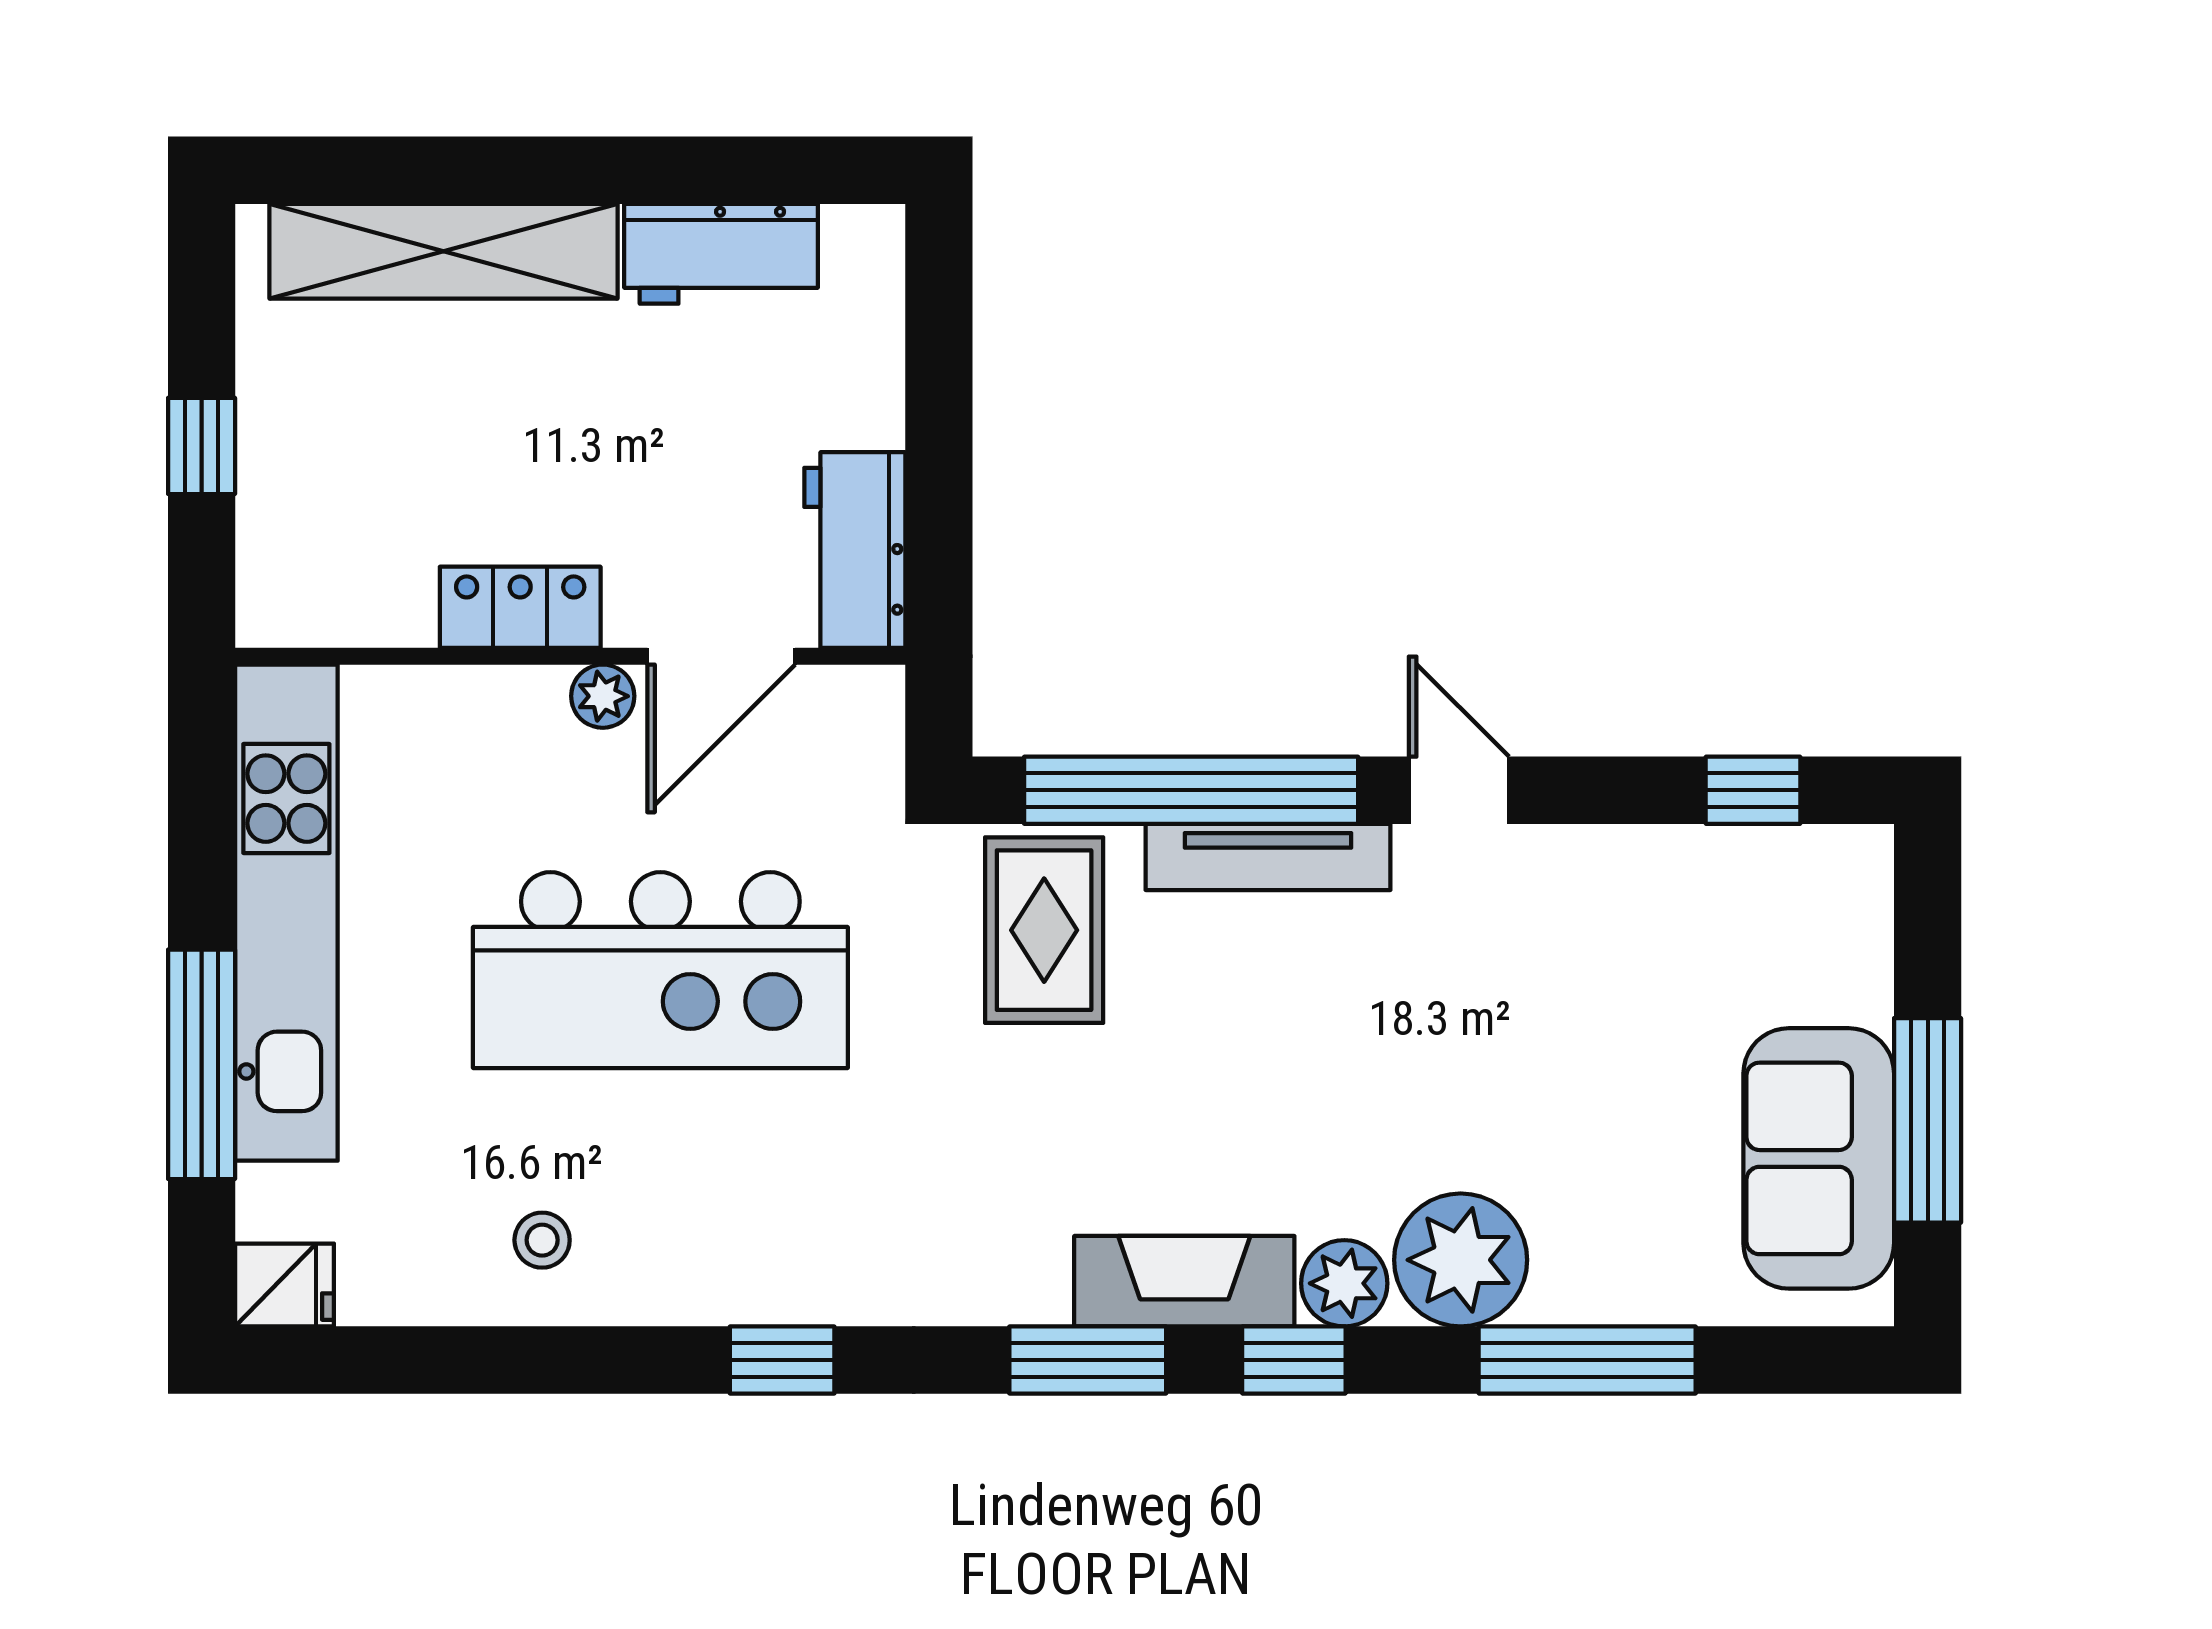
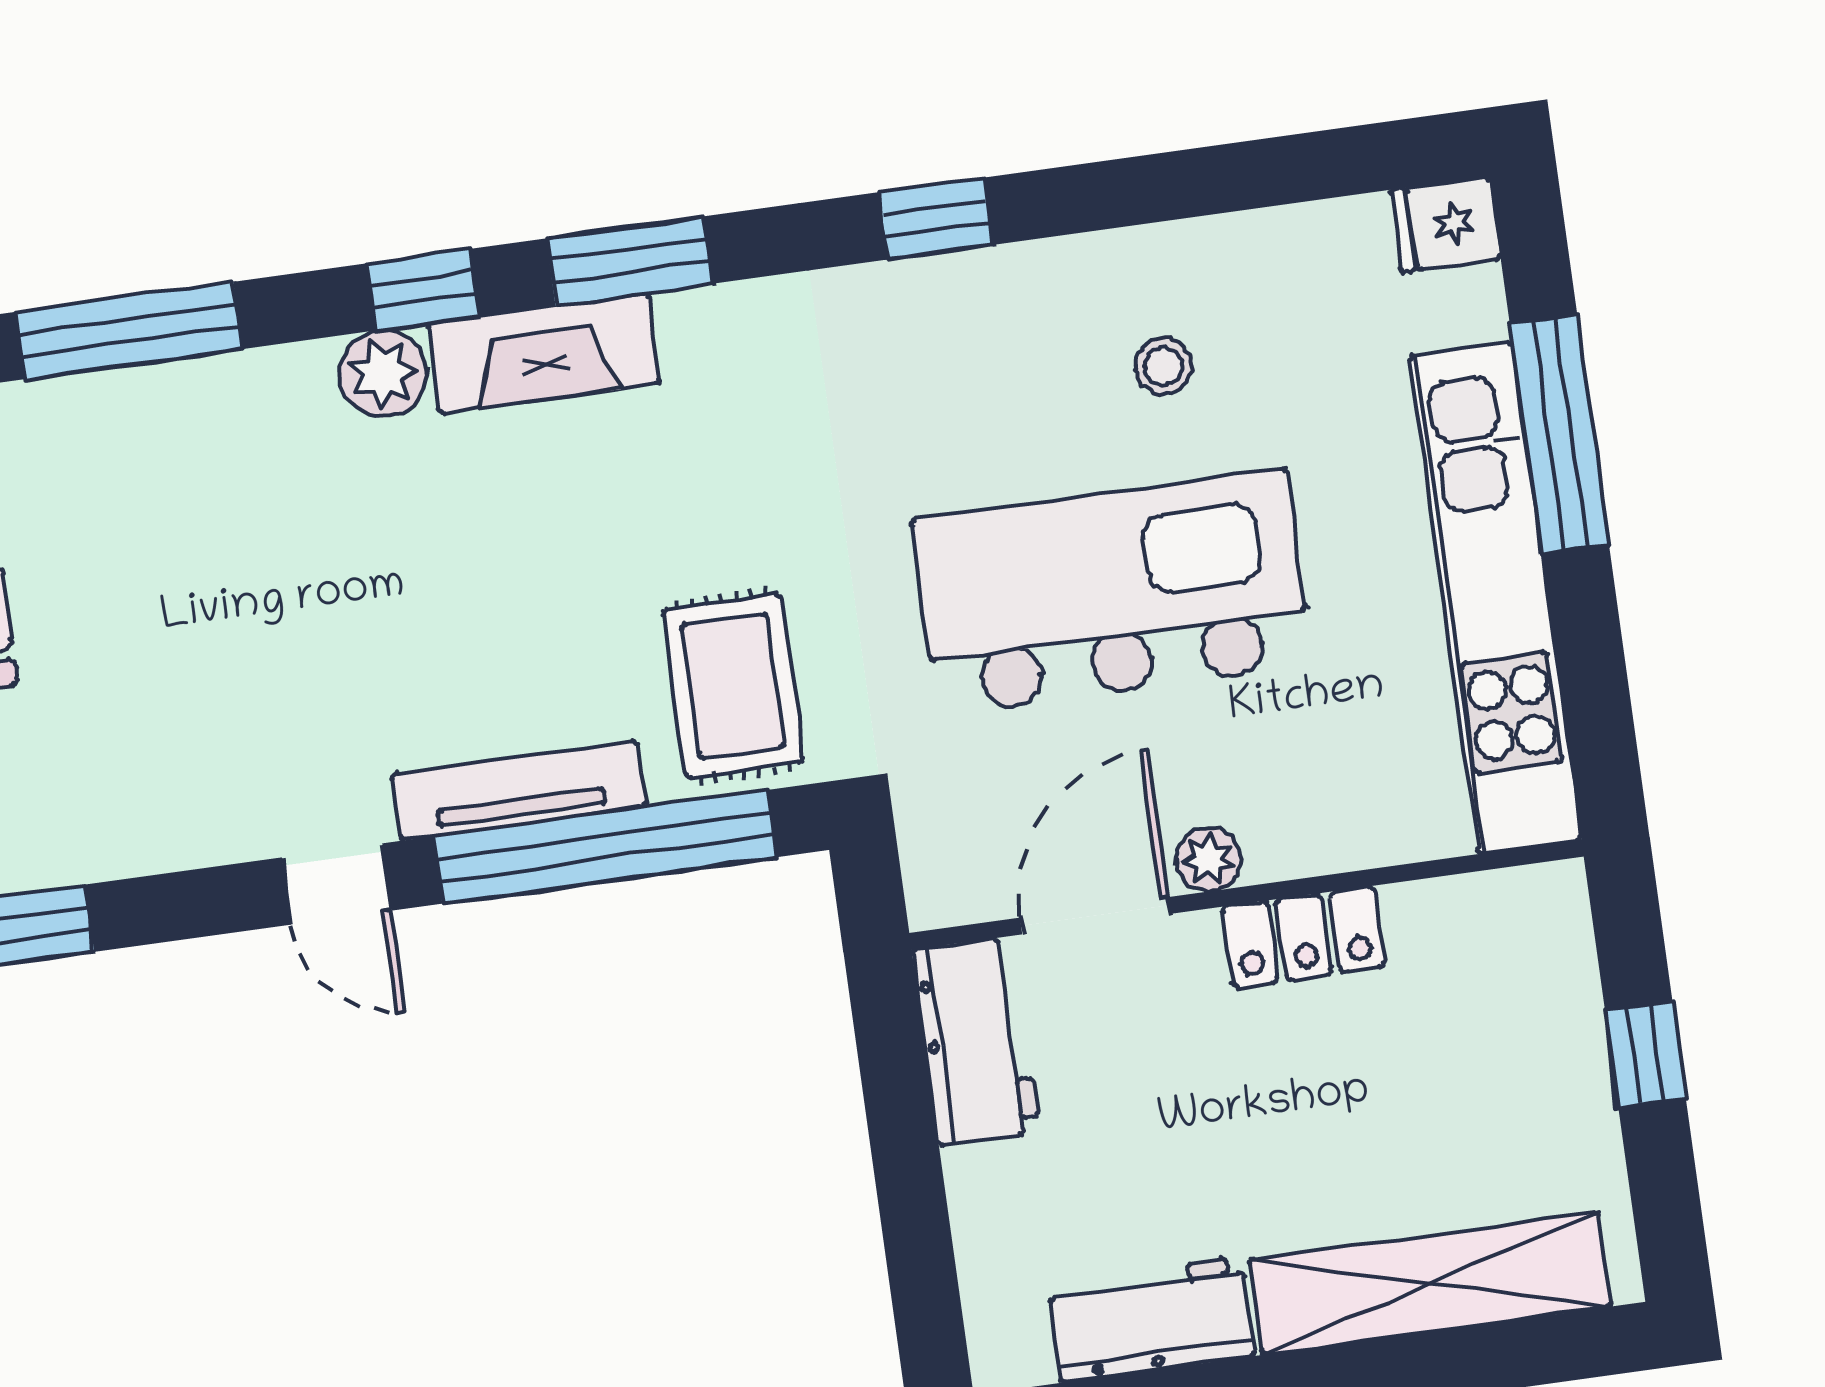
stool: (542, 1240) -> (1163, 366), moved
plant: (1461, 1260) -> (270, 413), removed

